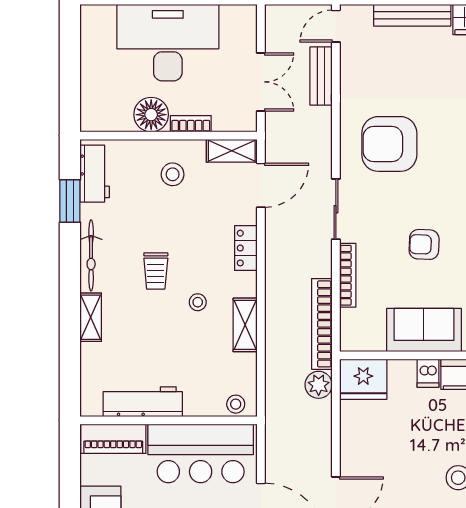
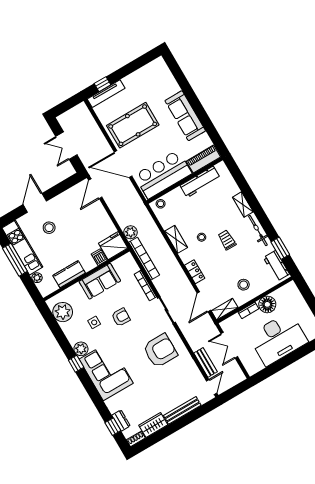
dishwasher: (428, 373) -> (99, 257), moved

